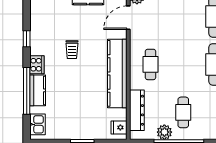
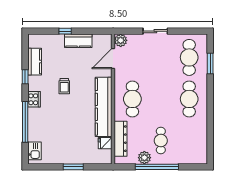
cafe table: (151, 64) -> (132, 99), width x1.37, depth x1.35
kitchen counter: (38, 90) -> (35, 62), moved
fridge: (119, 127) -> (105, 143), moved

